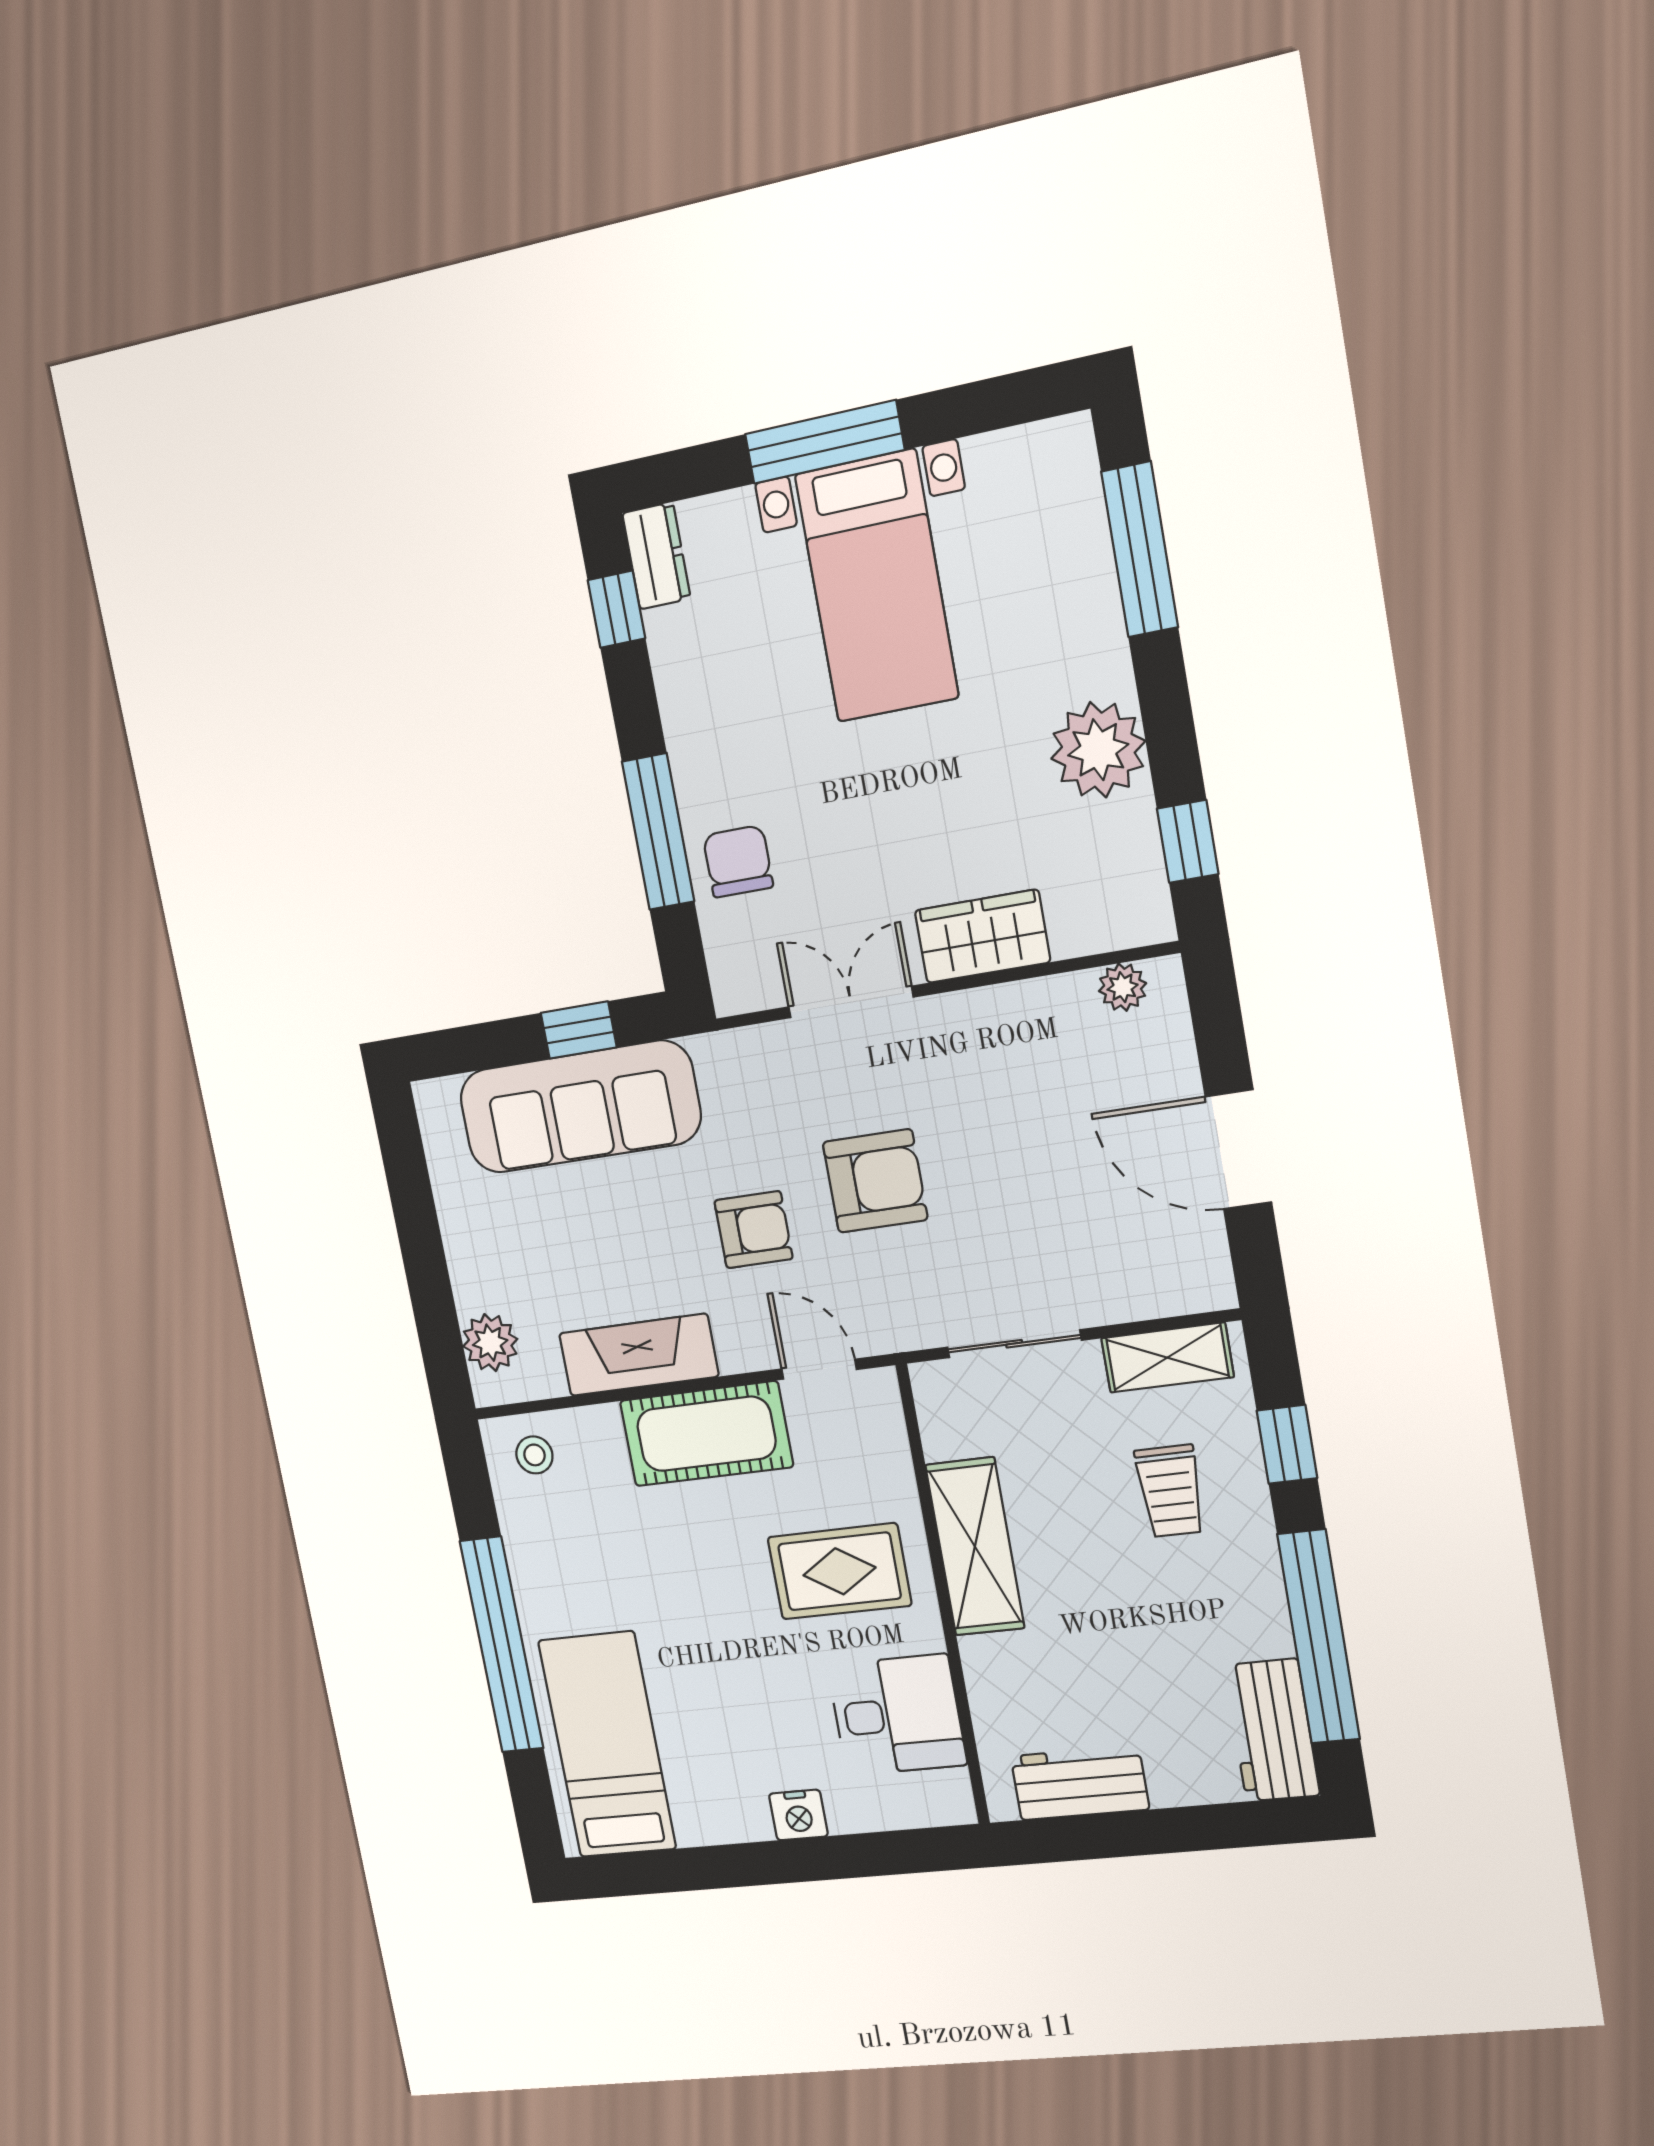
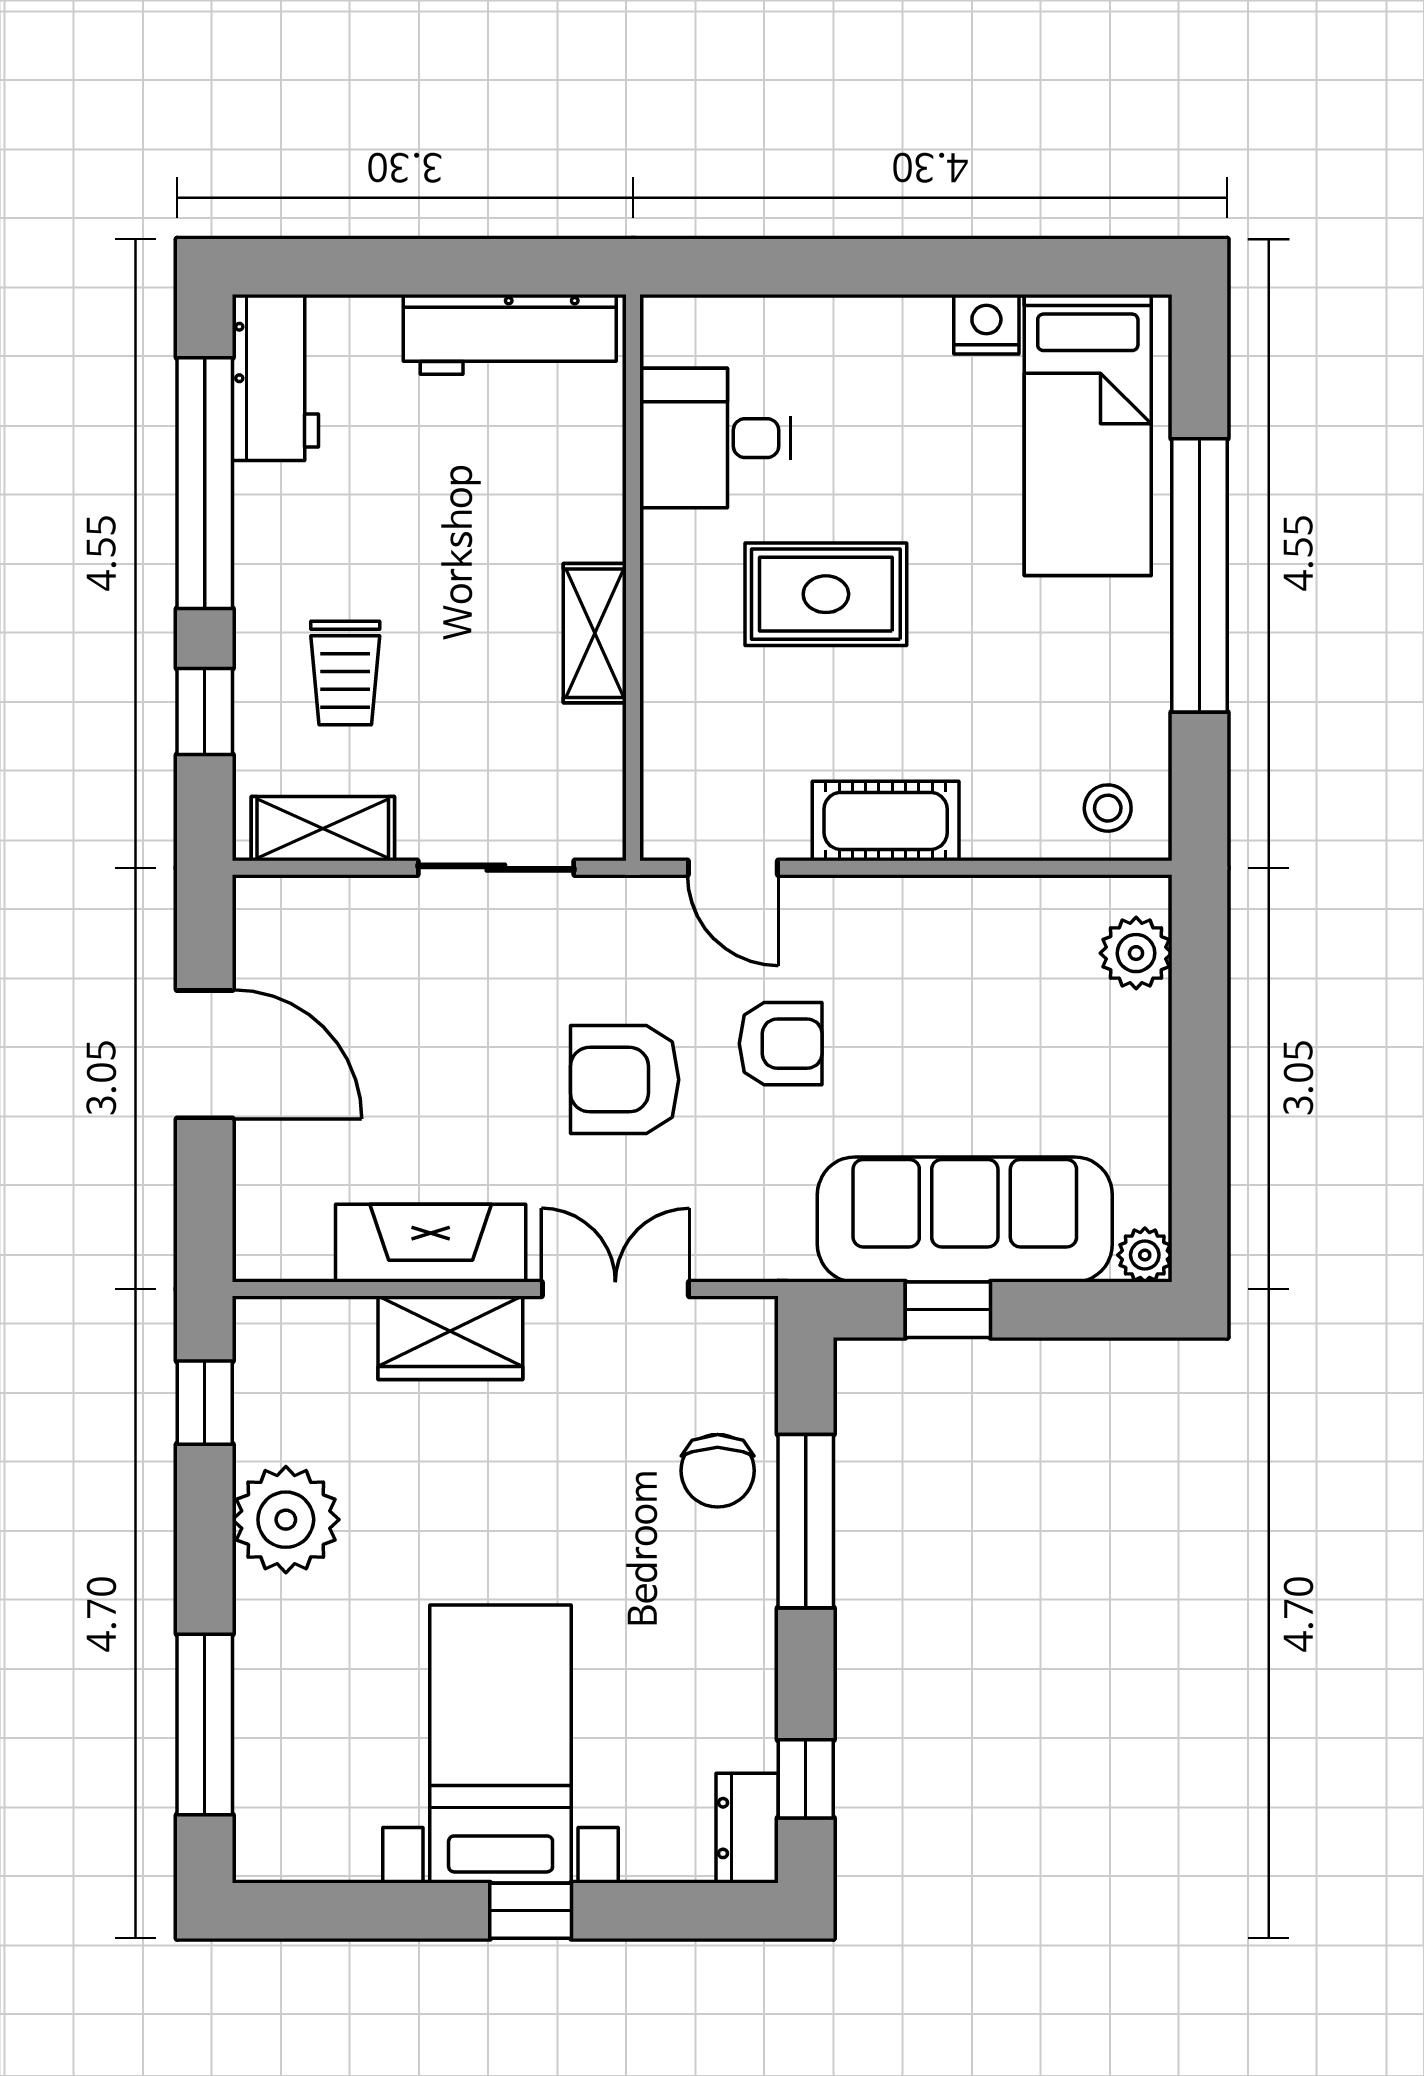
window: (825, 442) -> (531, 1911), width x0.46
plant: (1123, 987) -> (1145, 1255), moved
double door: (851, 1002) -> (615, 1289), swing flipped
armchair: (753, 1230) -> (781, 1044), turned 180
fireplace: (639, 1355) -> (431, 1243), moved, turned 180
cot: (706, 1434) -> (886, 821), width x0.73, depth x0.75
trolley: (1170, 1491) -> (345, 673), turned 180
shelving: (975, 1547) -> (595, 633), width x0.67, depth x0.75
rug: (839, 1571) -> (826, 594), moved
workbench: (1080, 1783) -> (510, 334), width x1.38
nightstand: (798, 1815) -> (986, 324), moved

